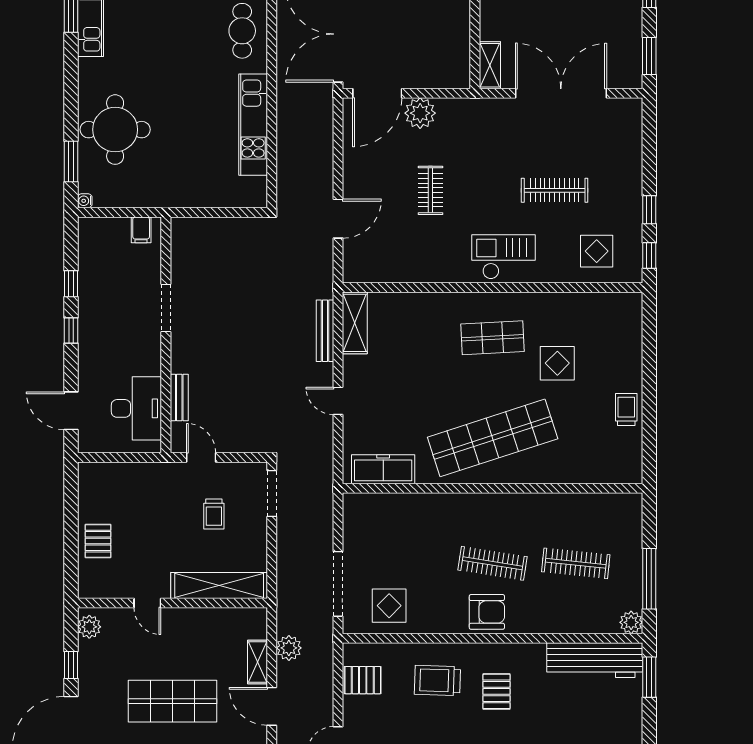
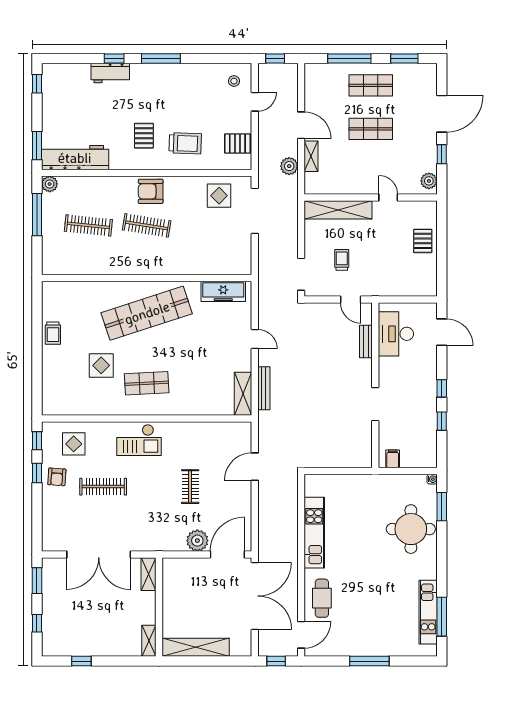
armchair: (621, 204) -> (57, 477), added
shop shelf: (173, 701) -> (371, 129), width x0.70, depth x0.74

